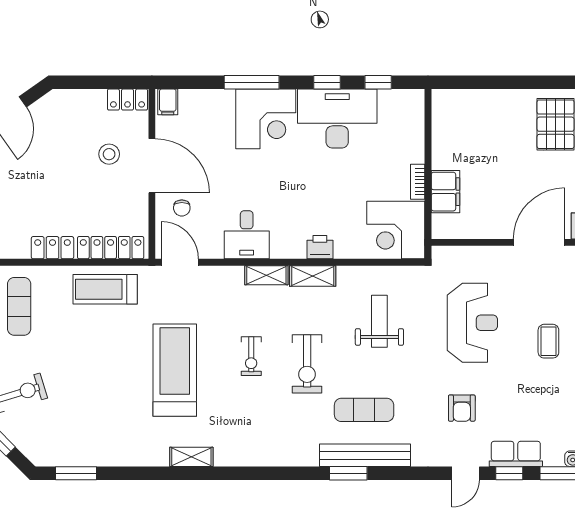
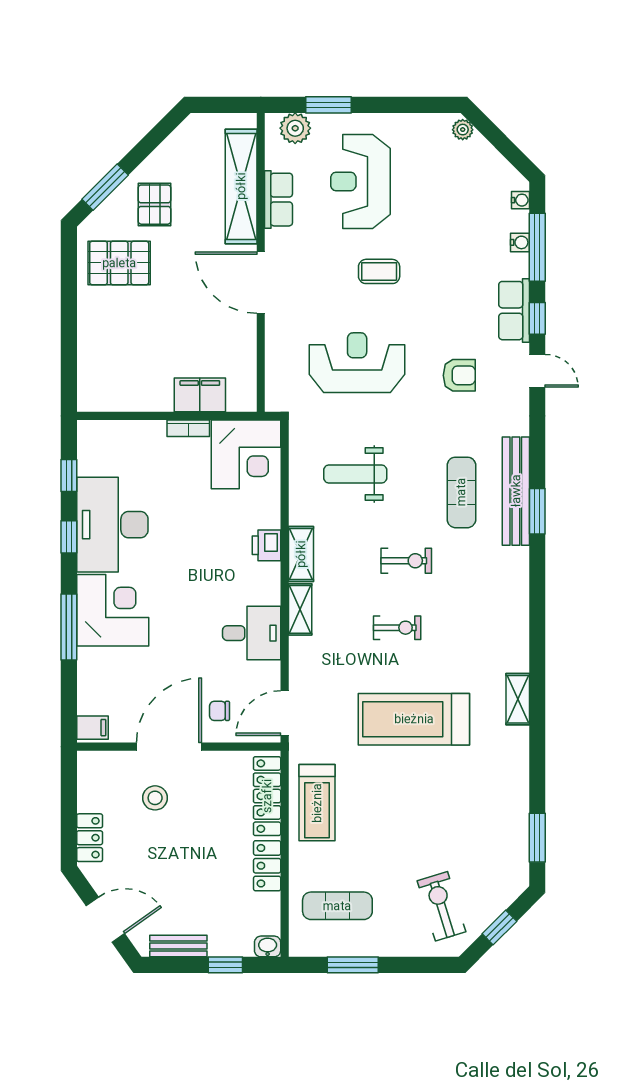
locker: (127, 100) -> (90, 838), moved
chair: (182, 208) -> (220, 711), turned 180
exercise bike: (307, 364) -> (406, 561), width x0.73, depth x0.72

